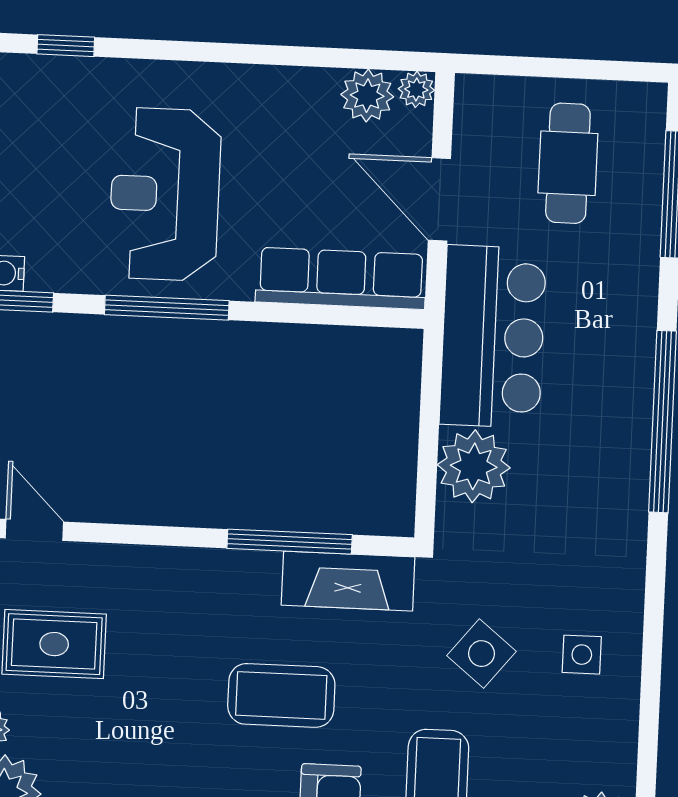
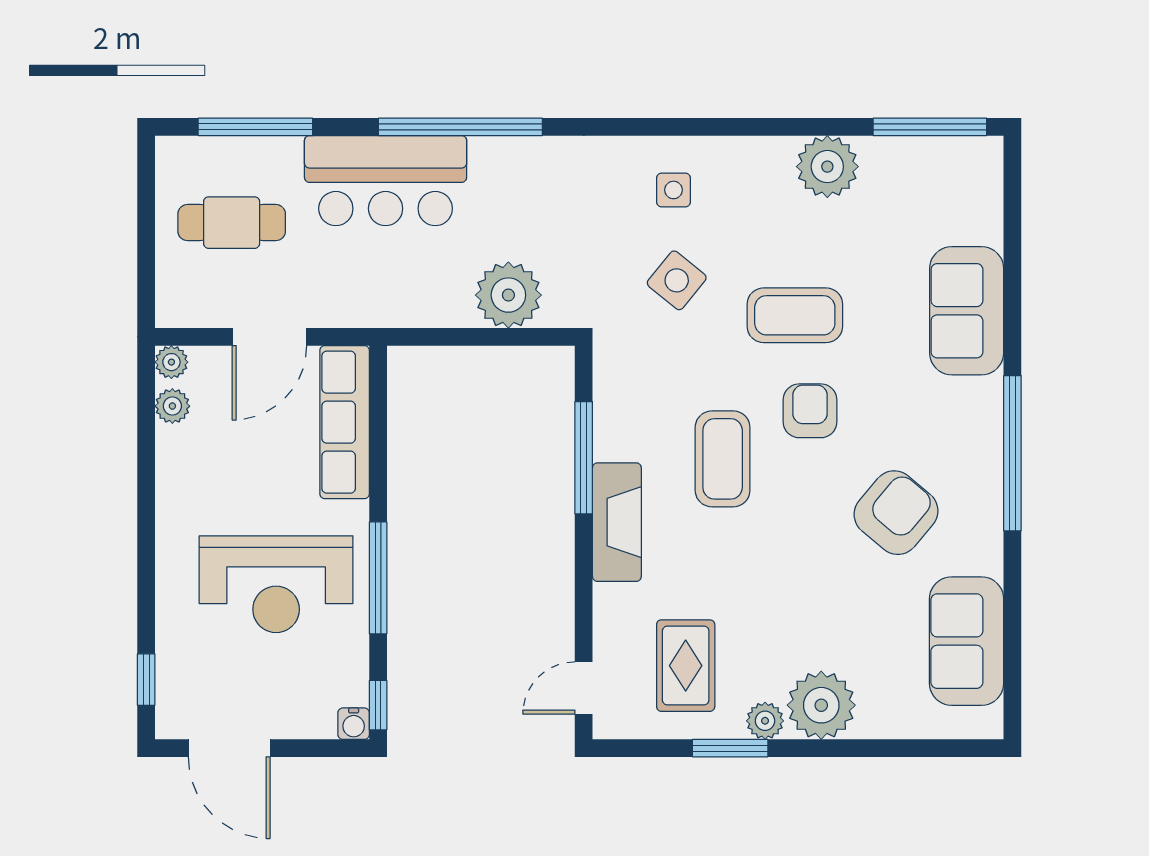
plant: (367, 96) -> (172, 406), width x0.73, depth x0.73
bar counter: (493, 337) -> (386, 181), moved, turned 180
fireplace: (348, 581) -> (617, 522), moved

